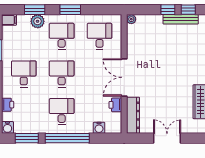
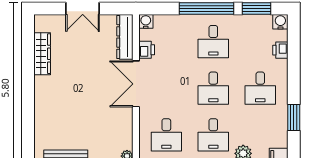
double door: (124, 77) -> (136, 84), swing flipped
water cooler: (99, 128) -> (146, 21), moved

